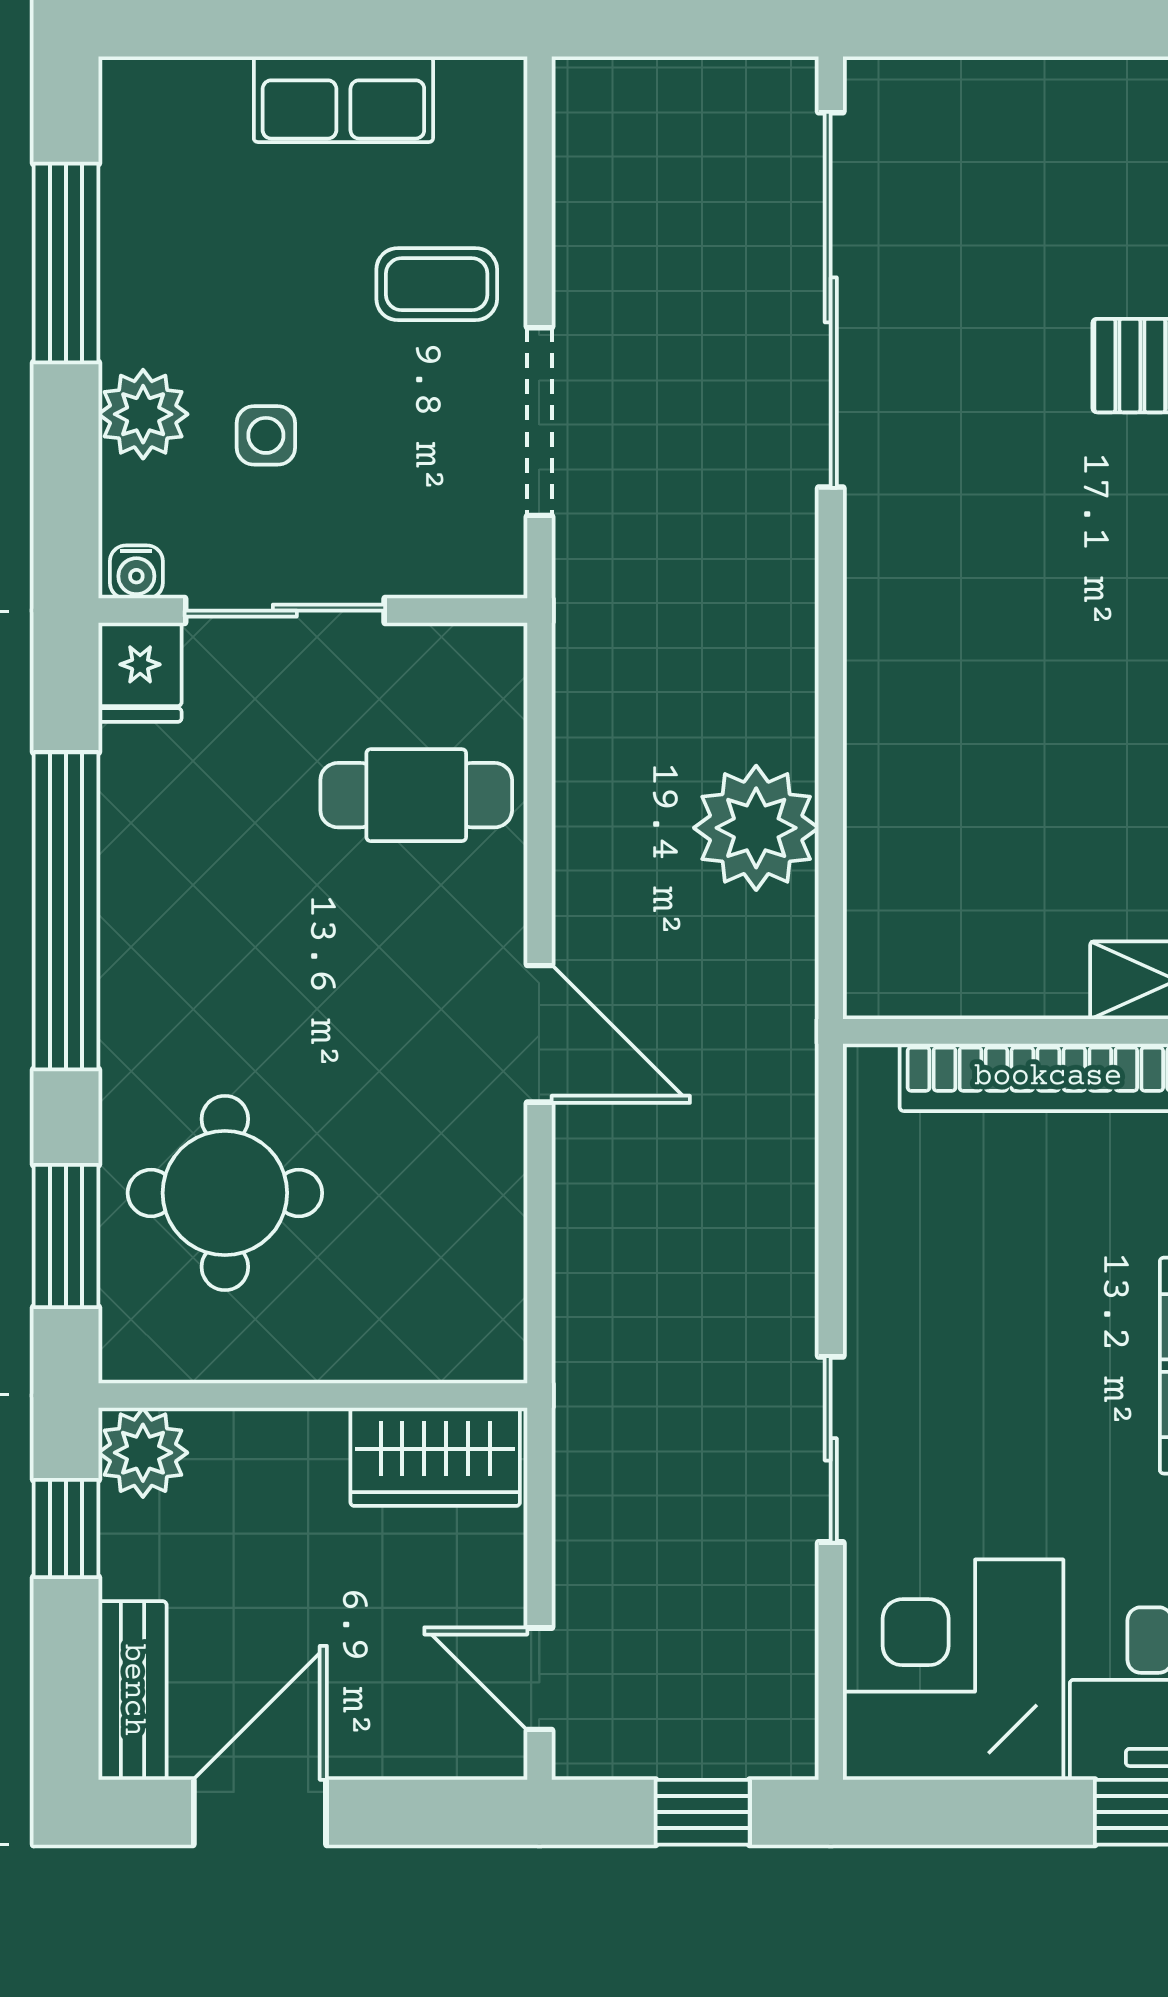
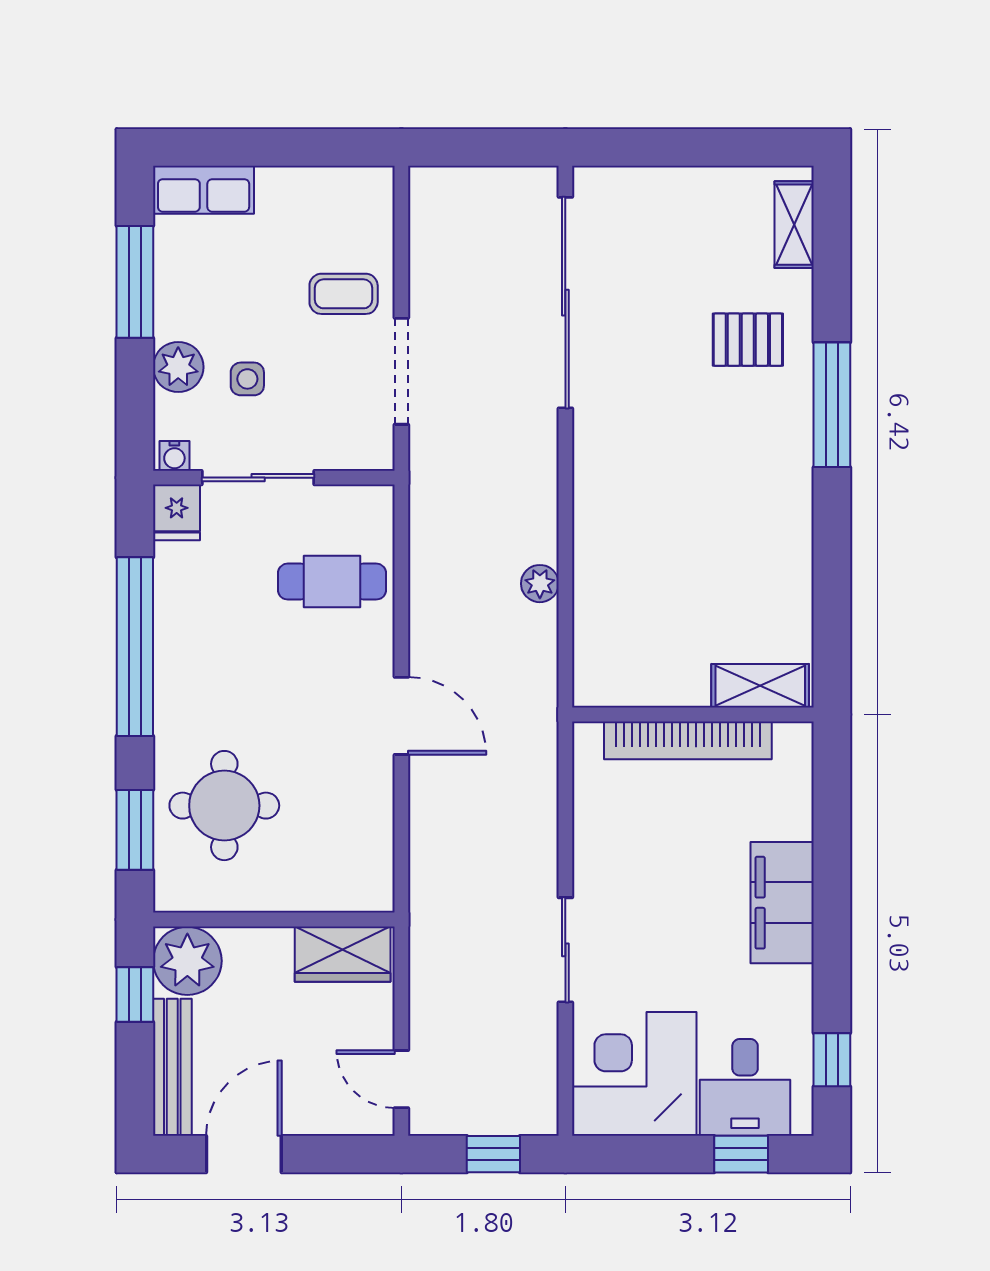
row of seats: (343, 99) -> (204, 190), moved
plant: (756, 828) -> (540, 584), width x0.53, depth x0.53
plant: (143, 1453) -> (187, 961), width x1.36, depth x1.36
bench: (133, 1690) -> (172, 1067), width x1.36

